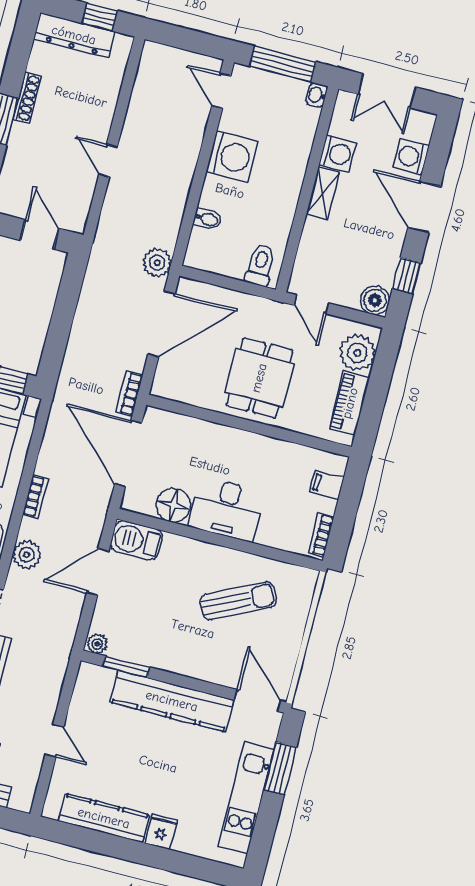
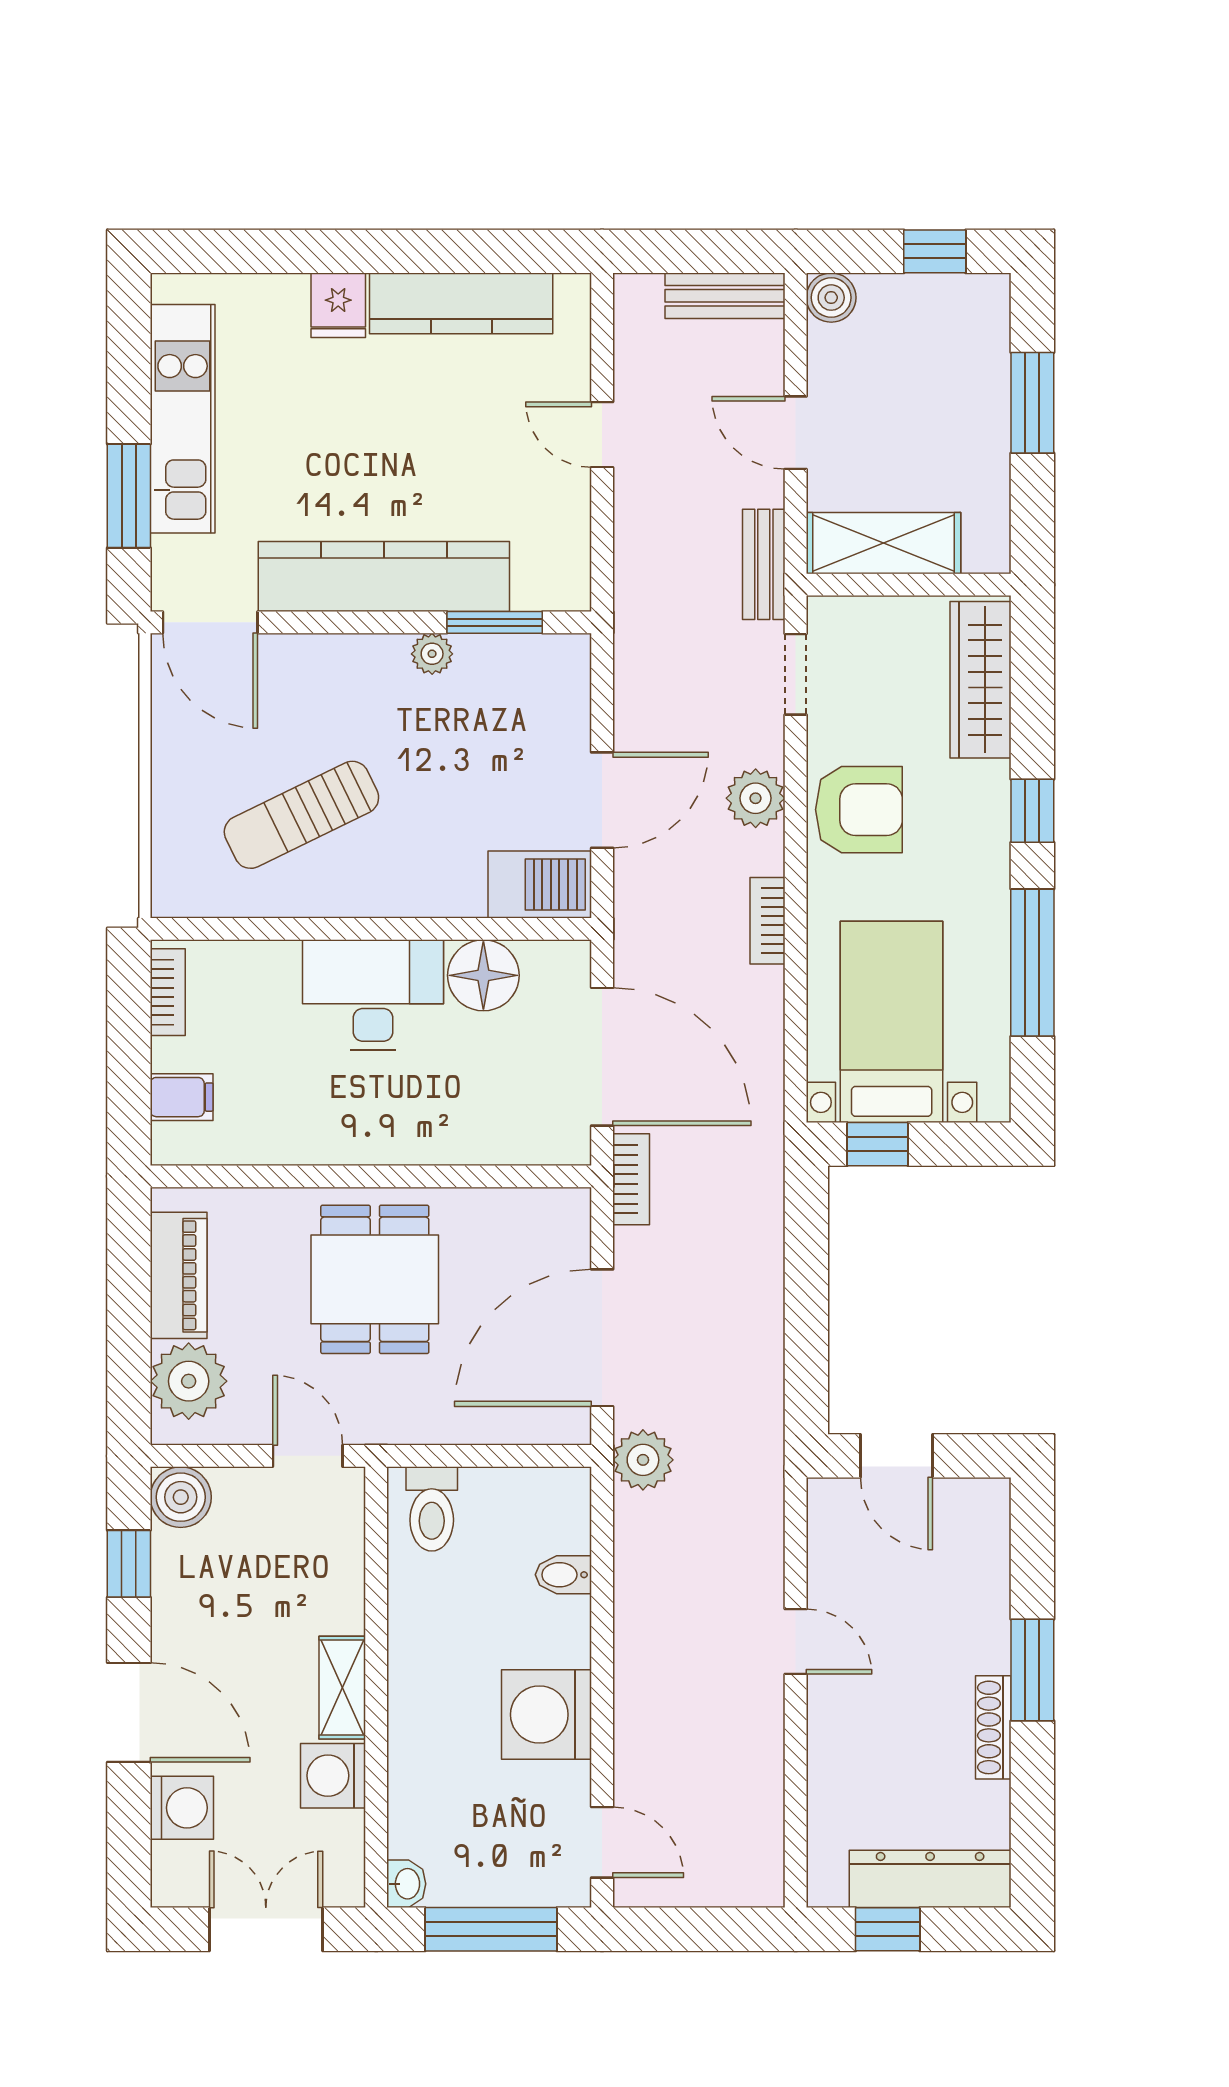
plant: (97, 644) -> (432, 654), moved

